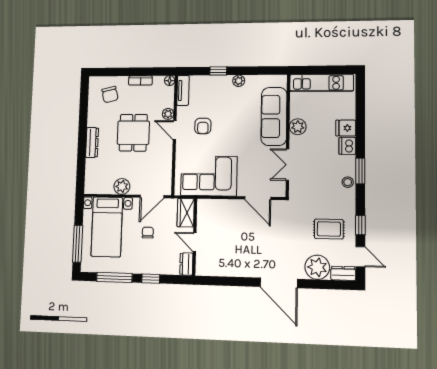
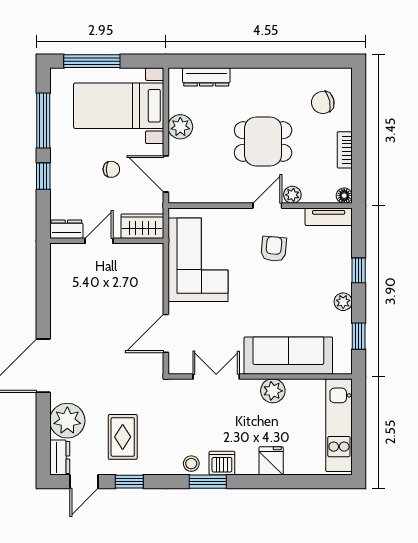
window: (262, 71) -> (359, 336), added
armchair: (203, 126) -> (274, 249), turned 95
dresser: (92, 142) -> (206, 77), moved
dishwasher: (347, 146) -> (222, 463), moved

